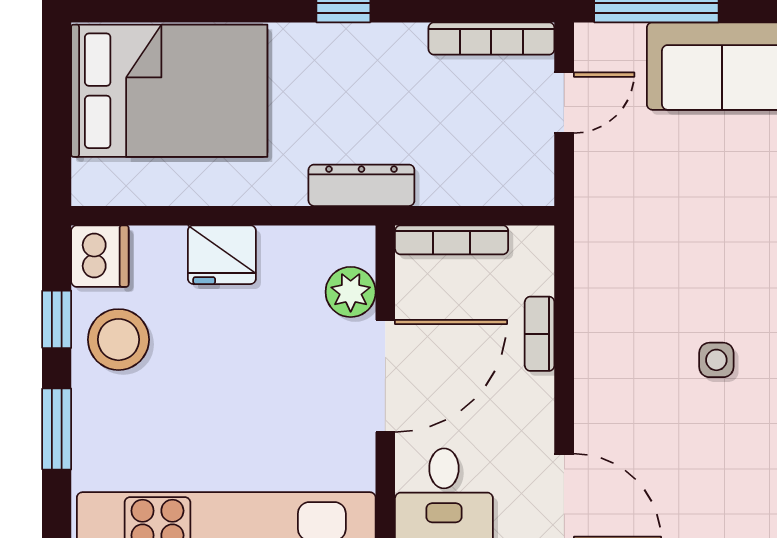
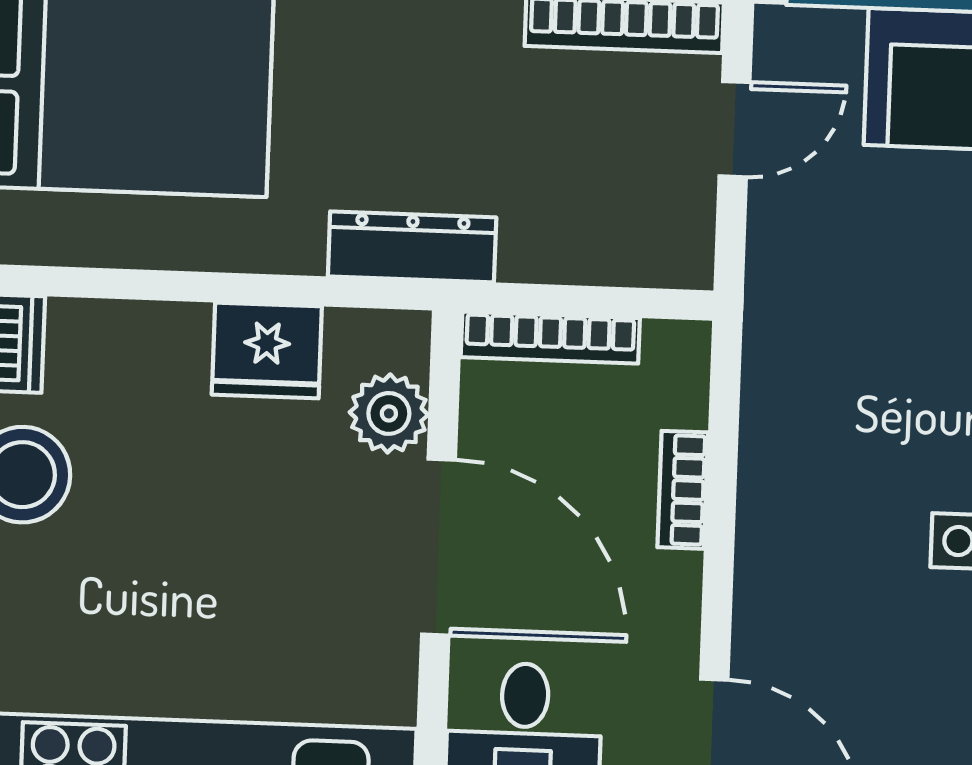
fridge: (222, 255) -> (267, 351), moved
door: (385, 376) -> (438, 547), hinge flipped

